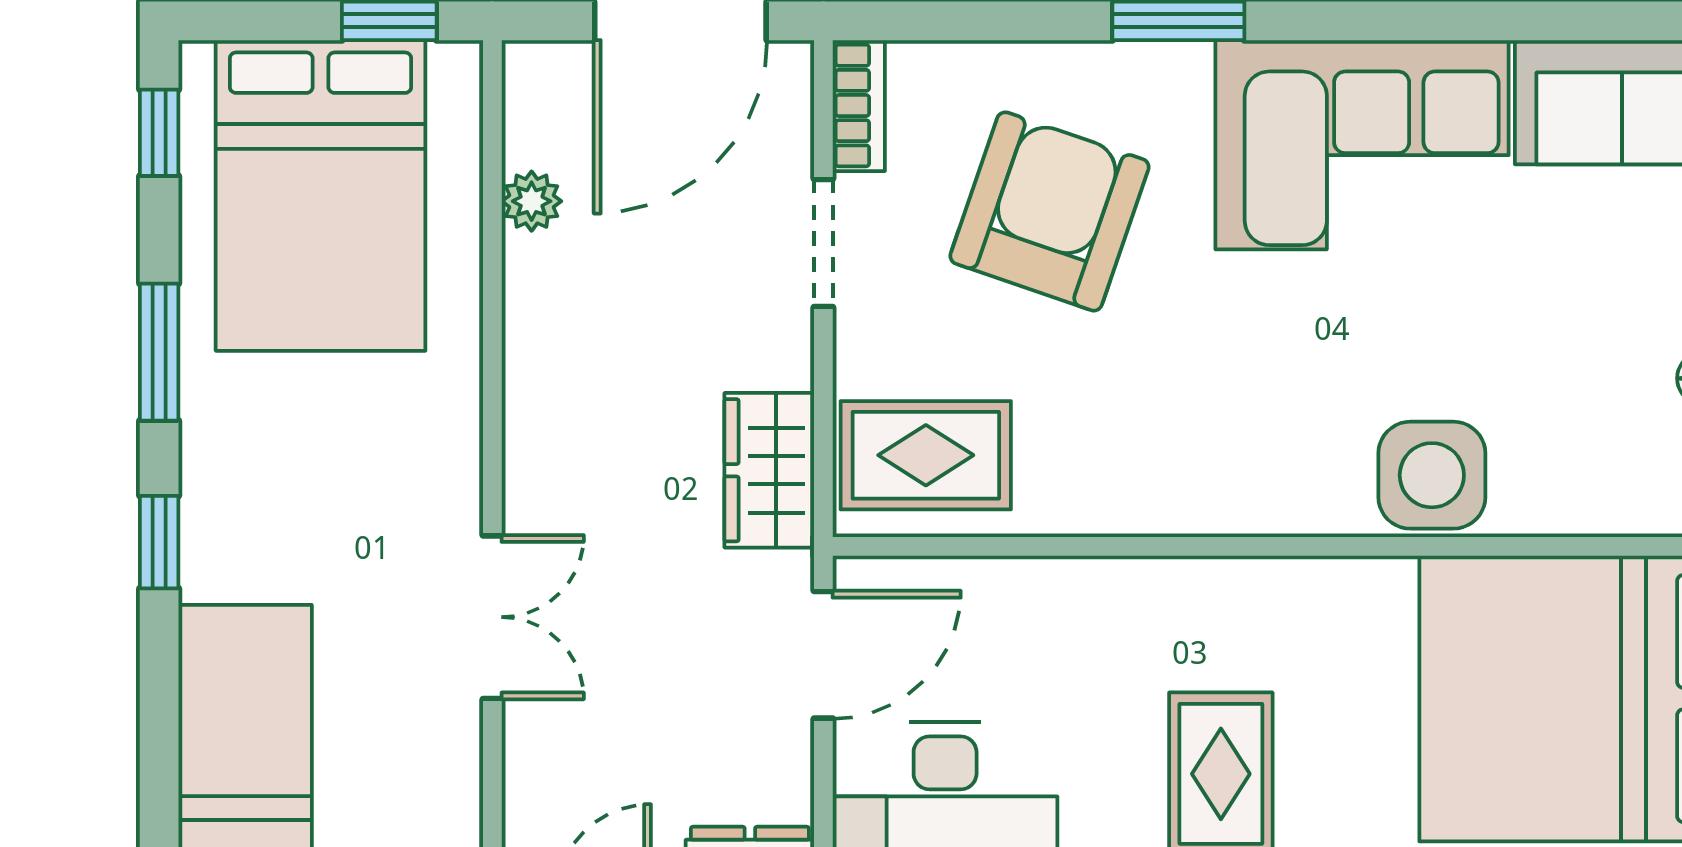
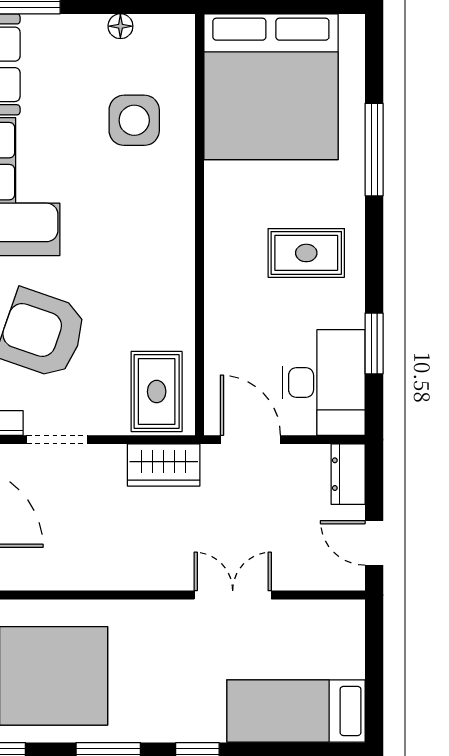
plant: (532, 201) -> (37, 577), removed
side table: (1432, 475) -> (134, 120), moved

